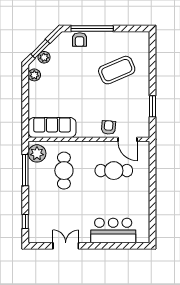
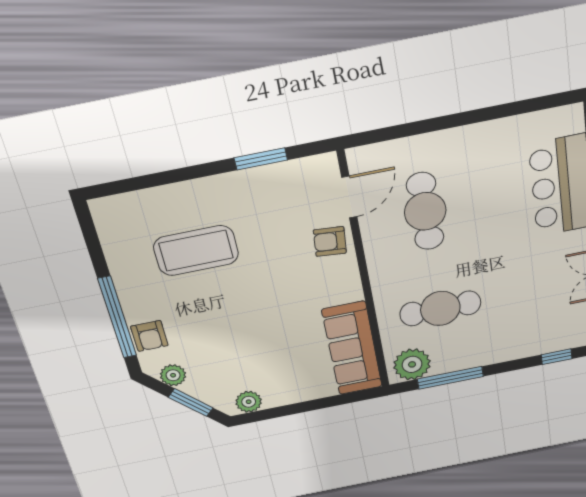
armchair: (80, 40) -> (149, 336), turned 90
plant: (44, 57) -> (173, 375), moved
coffee table: (117, 70) -> (196, 251), turned -67

